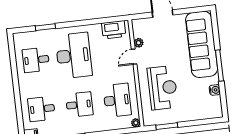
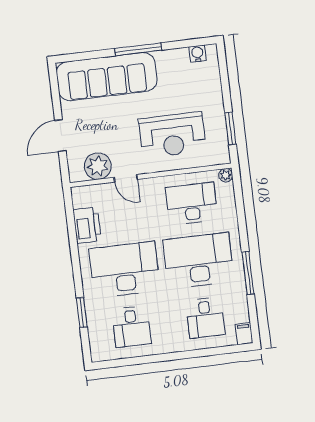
printer: (114, 30) -> (87, 225), moved
plant: (139, 43) -> (98, 166), width x1.87, depth x1.87
reception desk: (163, 88) -> (172, 135), turned 180
water cooler: (215, 90) -> (197, 54), moved
desk: (79, 105) -> (198, 261), width x1.87, depth x1.30

